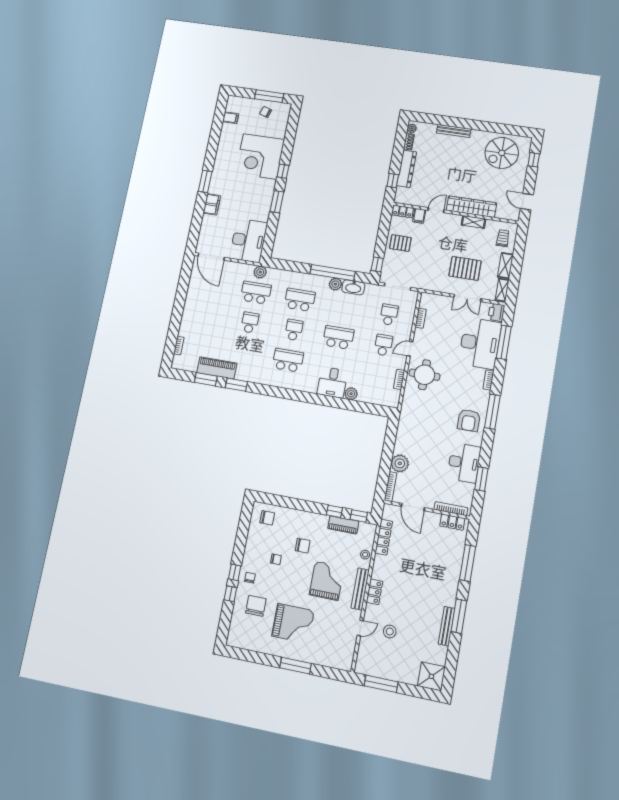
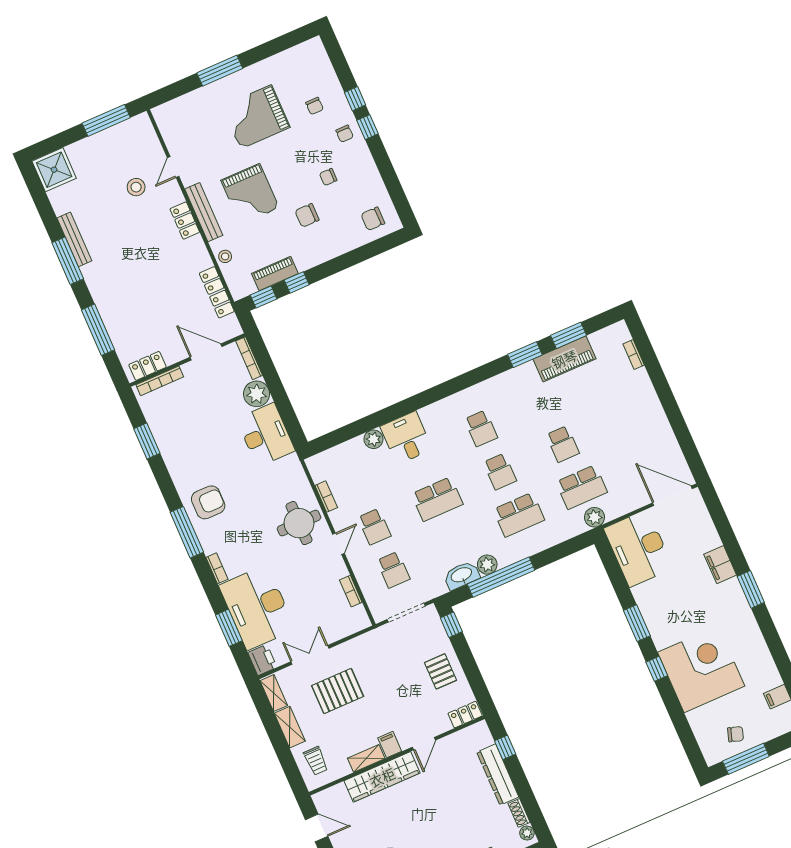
filing cabinet: (419, 216) -> (390, 745), moved
pallet: (400, 243) -> (440, 671), turned 90
window: (504, 342) -> (229, 628), width x0.69
school desk: (288, 360) -> (481, 428), width x0.54
armchair: (469, 420) -> (208, 502), turned 90
desk: (464, 463) -> (266, 435), moved, turned 180
chair: (256, 606) -> (315, 106), width x0.54, depth x0.54

